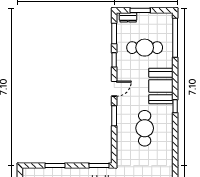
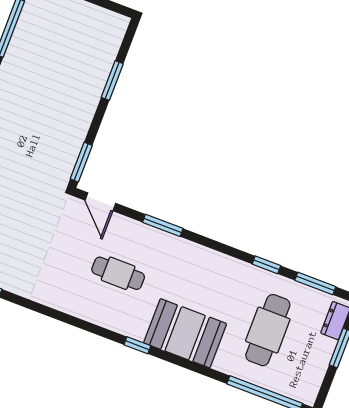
door: (114, 89) -> (100, 202), moved
cafe table: (145, 128) -> (118, 273), width x0.73, depth x0.74

